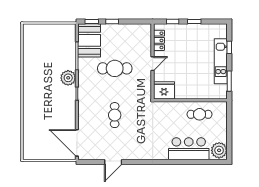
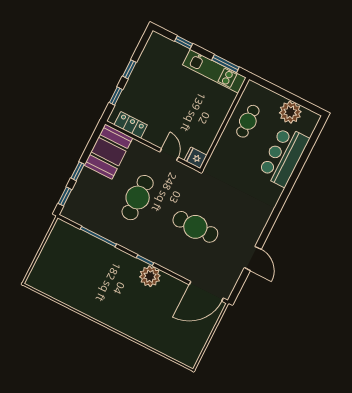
booth: (89, 40) -> (108, 152), moved, turned 90
kitchen unit: (221, 61) -> (214, 71), moved
door: (153, 64) -> (169, 155), moved
plant: (68, 78) -> (150, 276), moved
fridge: (164, 90) -> (196, 158), width x0.53, depth x0.75
cafe table: (115, 115) -> (195, 227), width x1.37, depth x1.35
plant: (219, 150) -> (290, 112), moved

